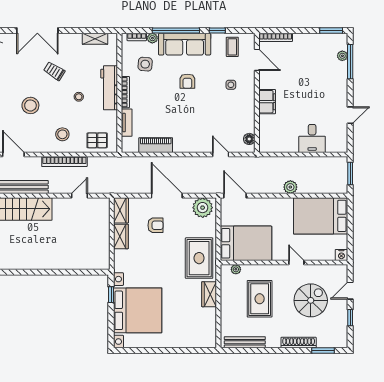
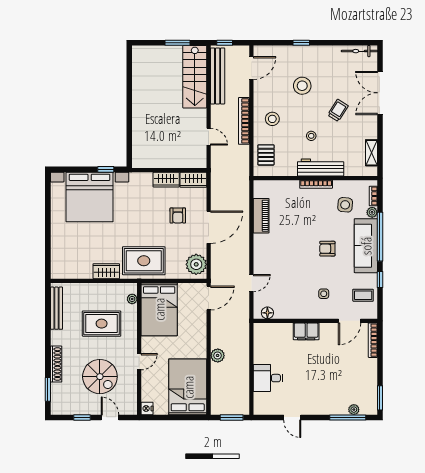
tv unit: (127, 123) -> (284, 186), removed

